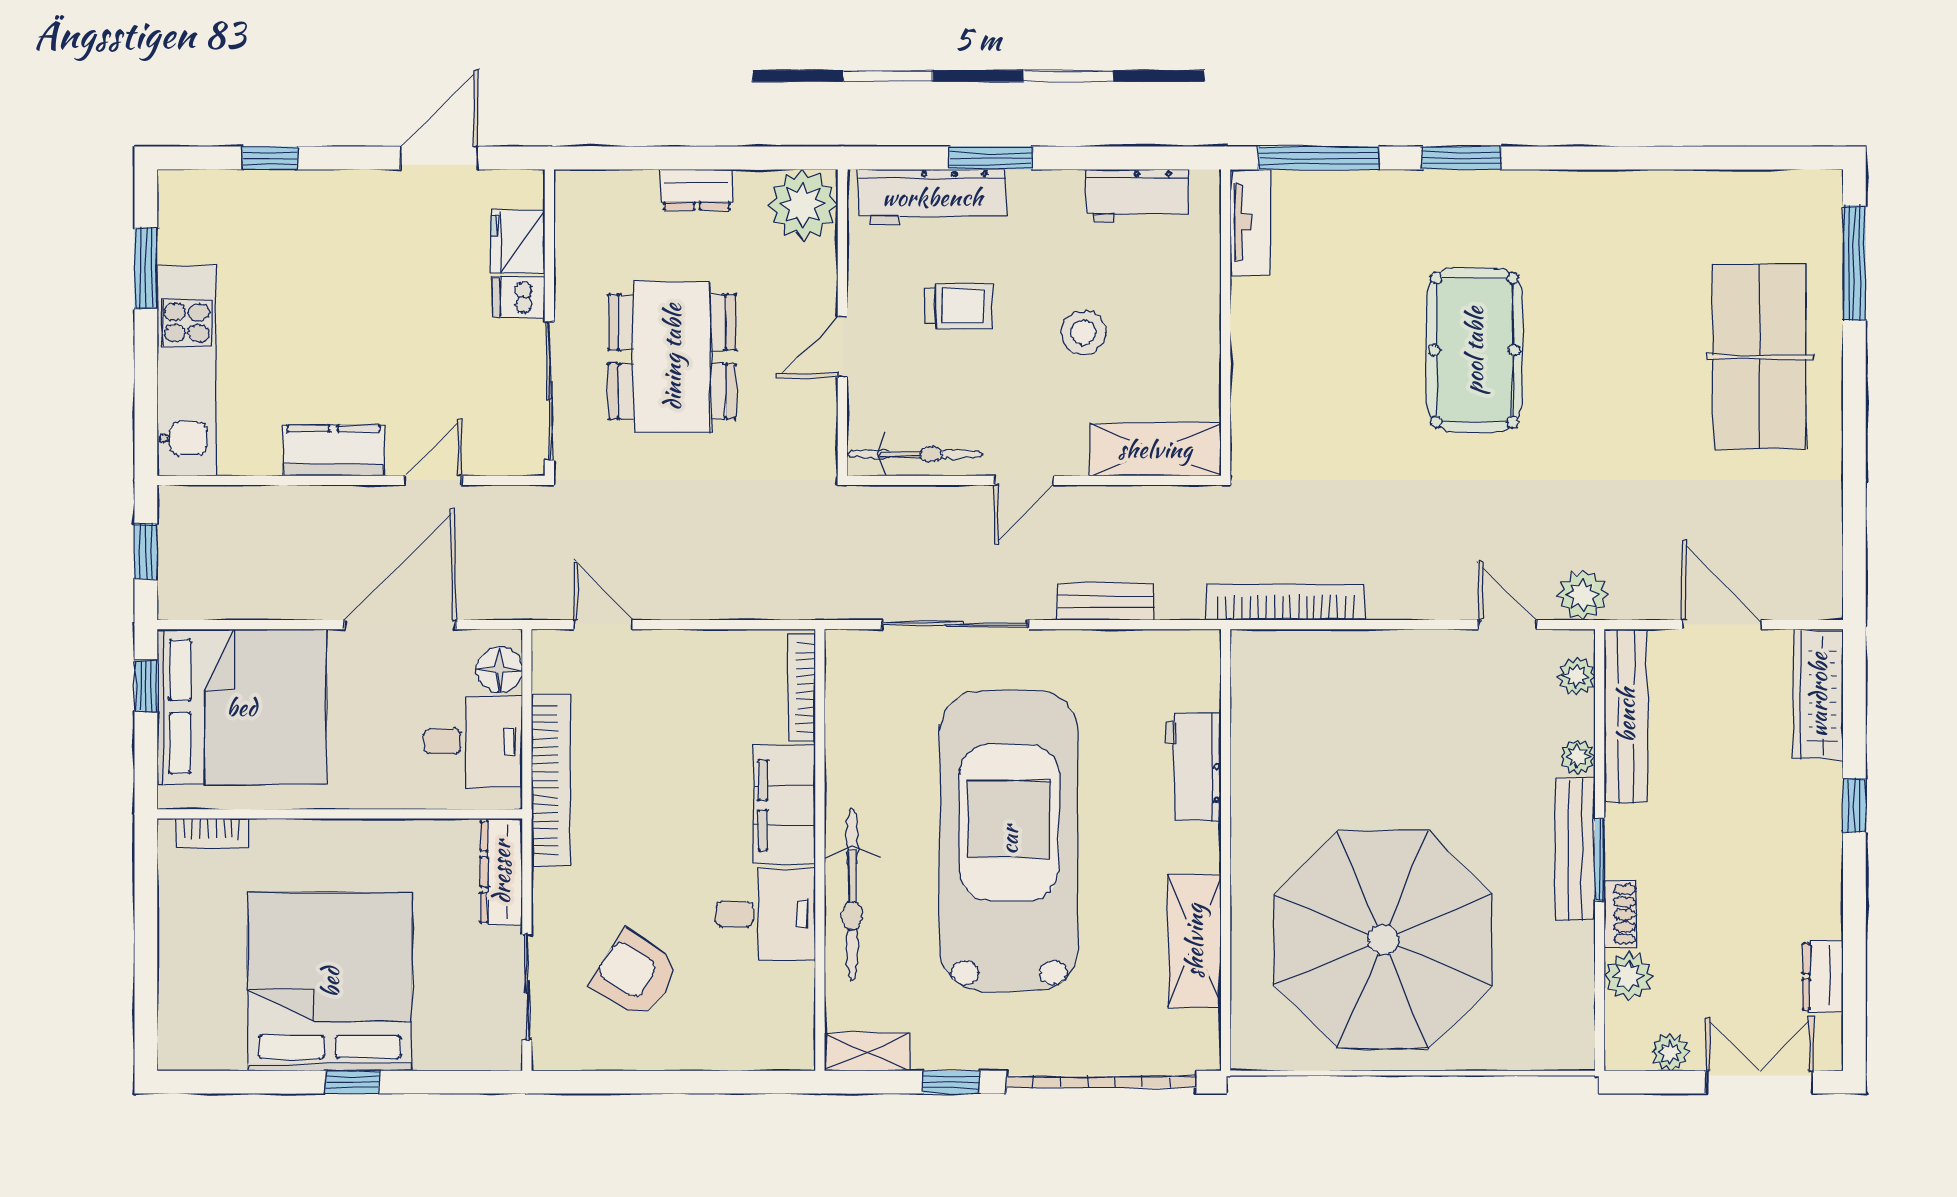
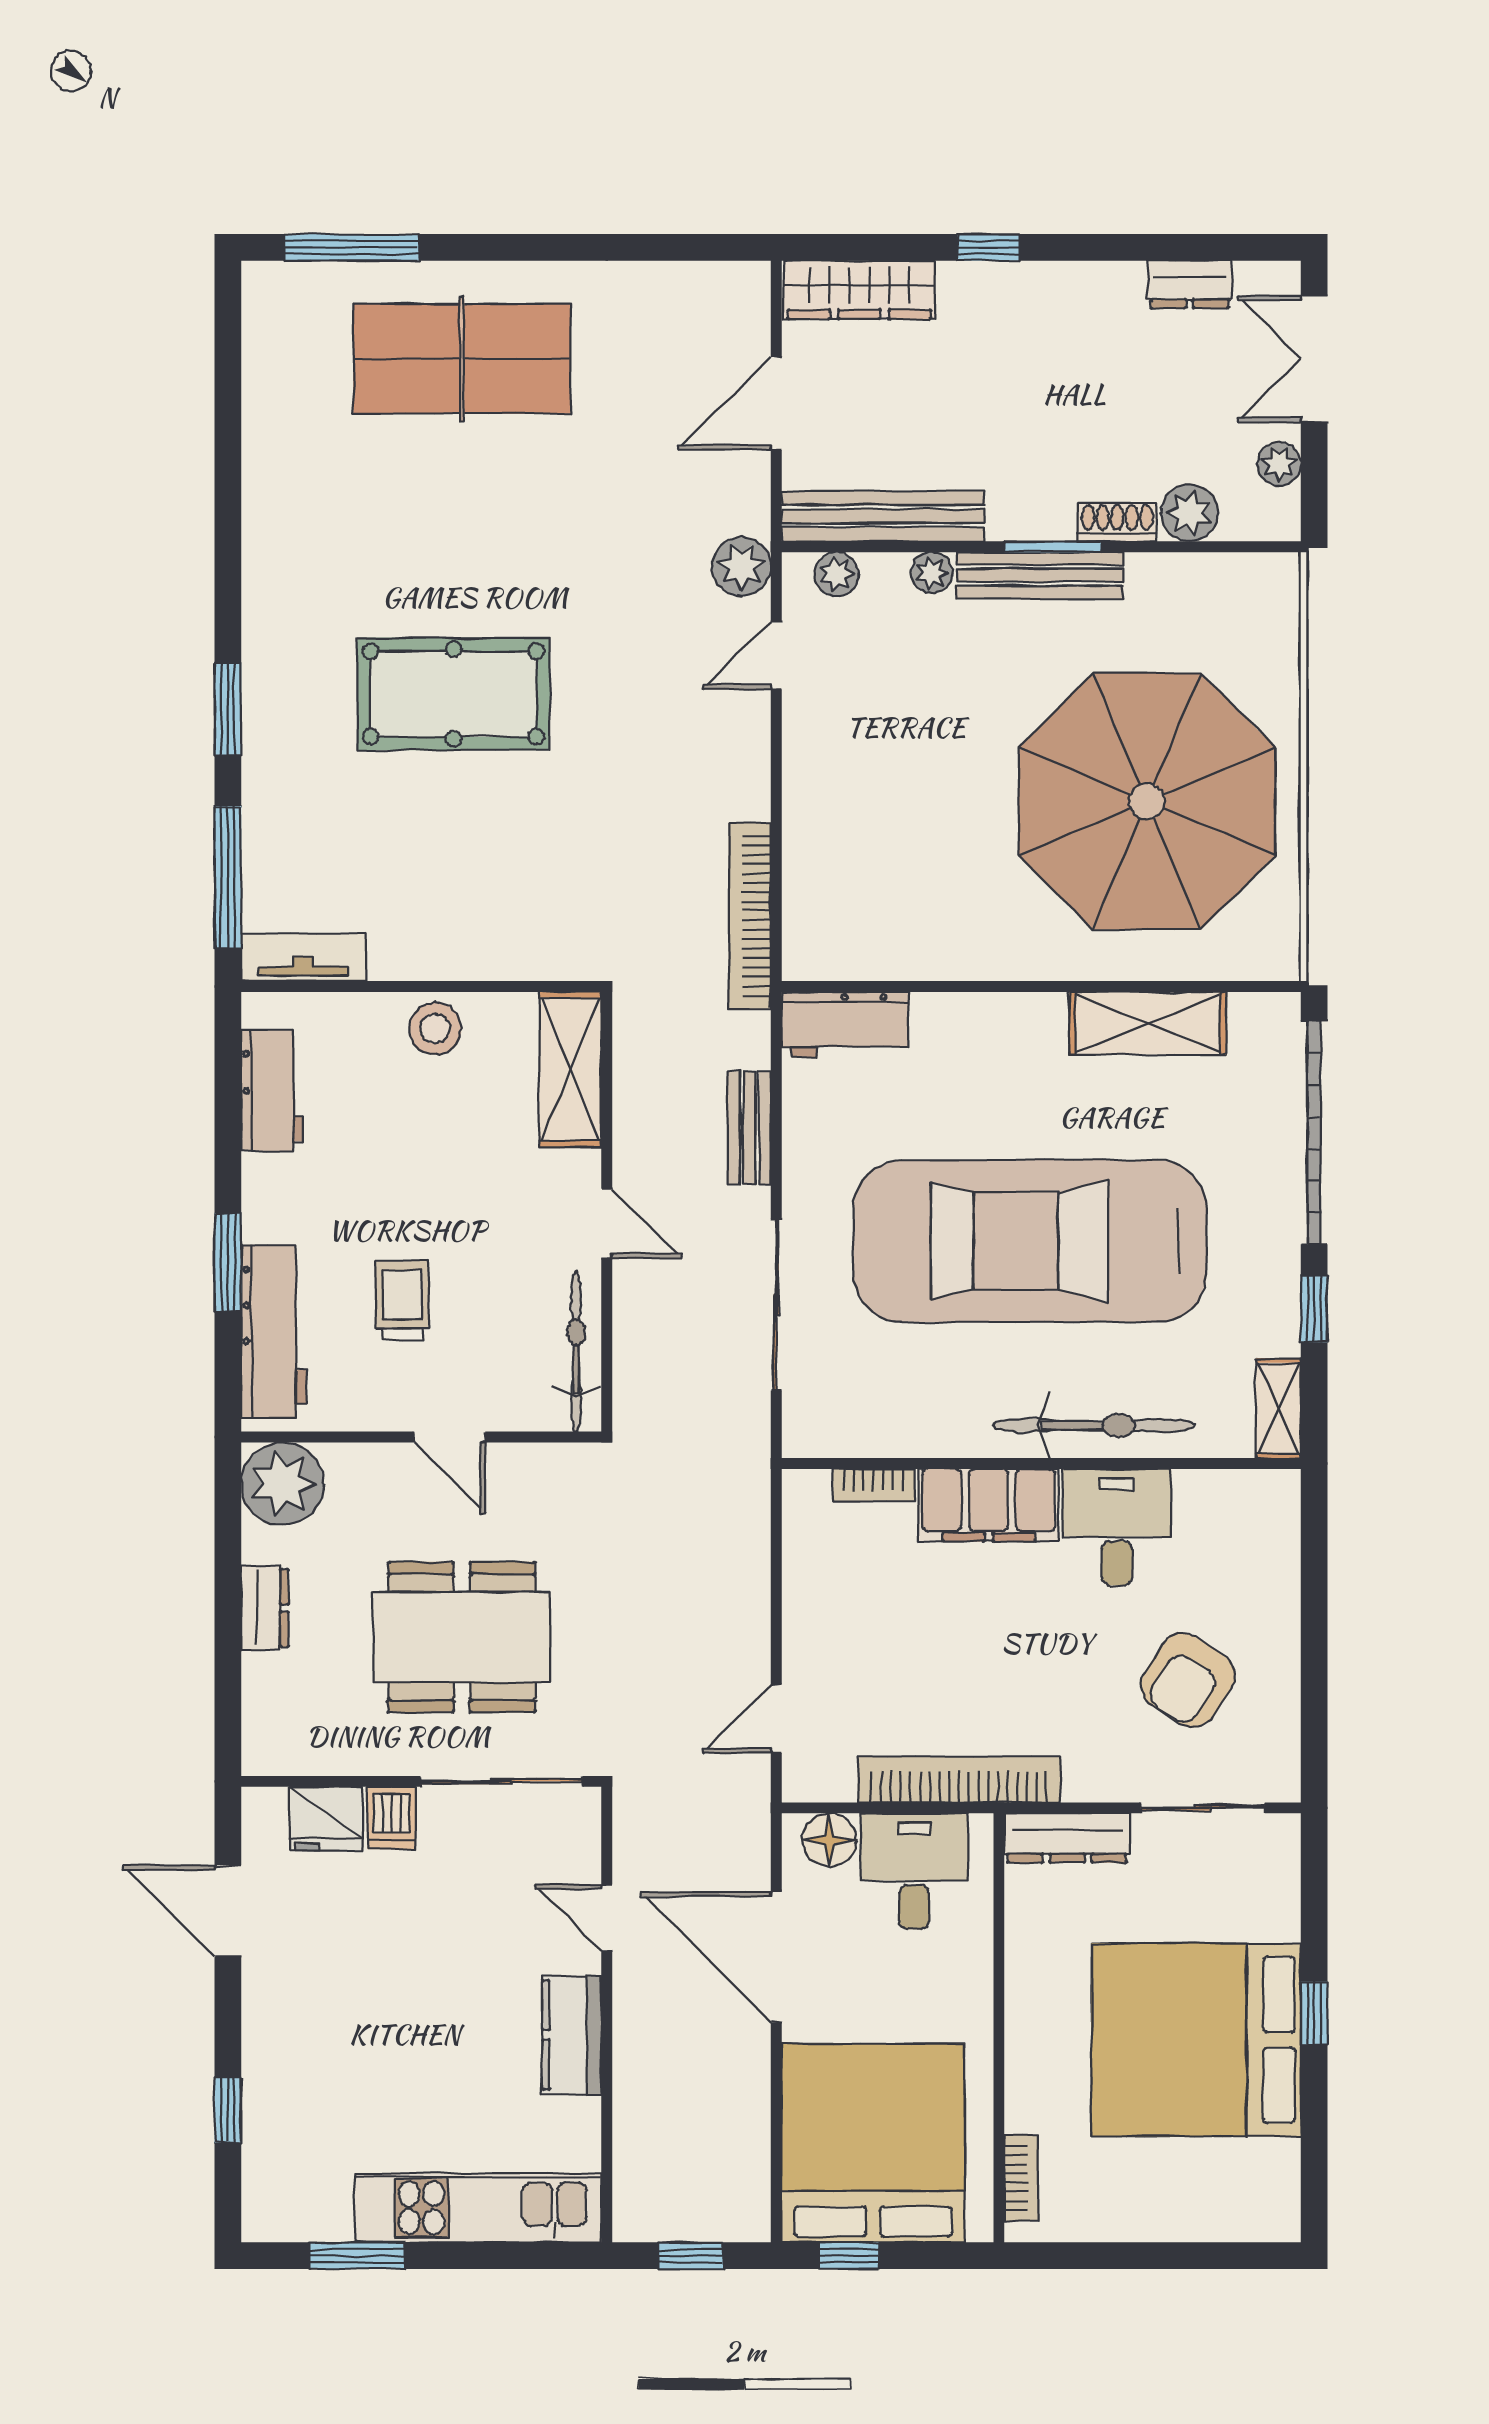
stool: (1083, 333) -> (435, 1028), moved
bookcase: (801, 688) -> (873, 1485), width x0.64
workbench: (1193, 767) -> (845, 1025), moved

